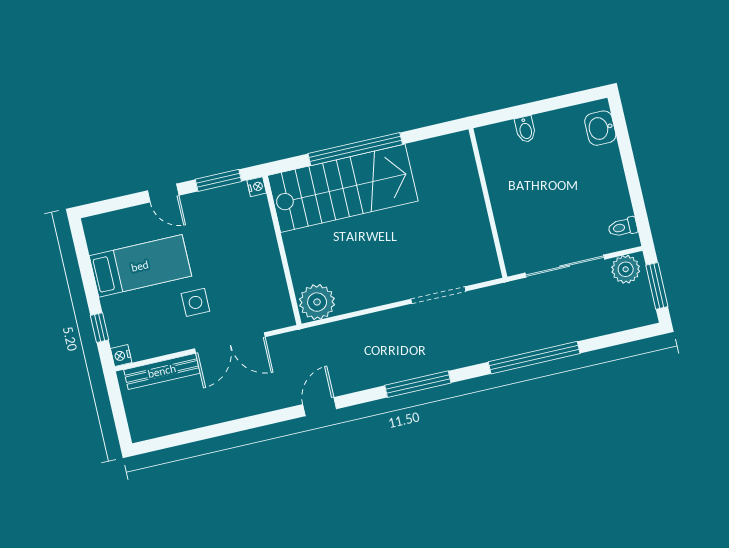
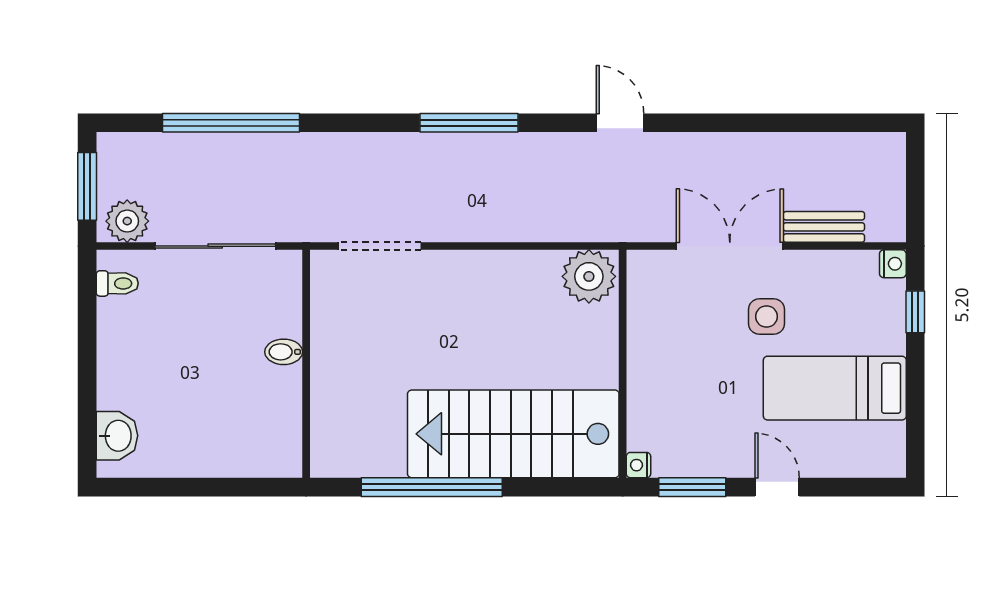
bidet: (525, 129) -> (284, 352), moved, turned -90
window: (355, 149) -> (432, 487), moved
doorway: (438, 295) -> (380, 246), moved
window: (534, 358) -> (231, 123), moved
bench: (162, 371) -> (824, 227), width x0.73
door: (320, 407) -> (620, 123), swing flipped

